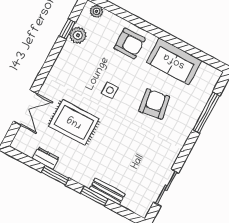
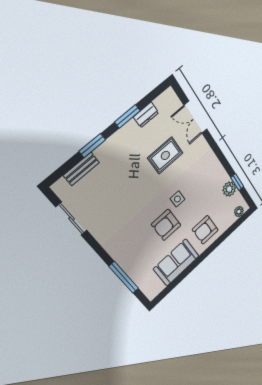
armchair: (154, 104) -> (166, 225), moved, turned 99
rug: (74, 123) -> (165, 155), width x0.73, depth x0.70
bench: (107, 191) -> (81, 169), moved

